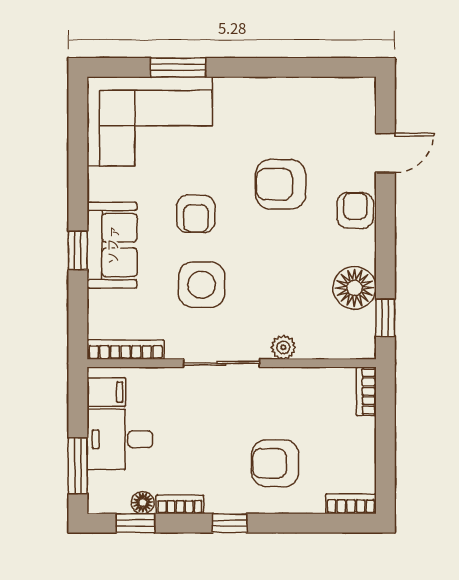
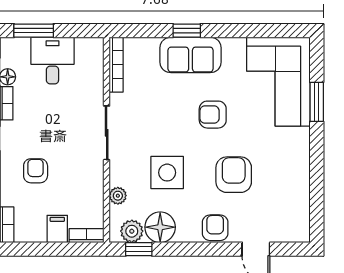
armchair: (355, 210) -> (215, 228), turned -90
side table: (202, 285) -> (167, 173), moved
plant: (360, 328) -> (132, 231), added
plant: (283, 347) -> (118, 196), moved
filing cabinet: (106, 392) -> (57, 229), moved, turned 180
armchair: (275, 463) -> (36, 171), width x0.72, depth x0.72

